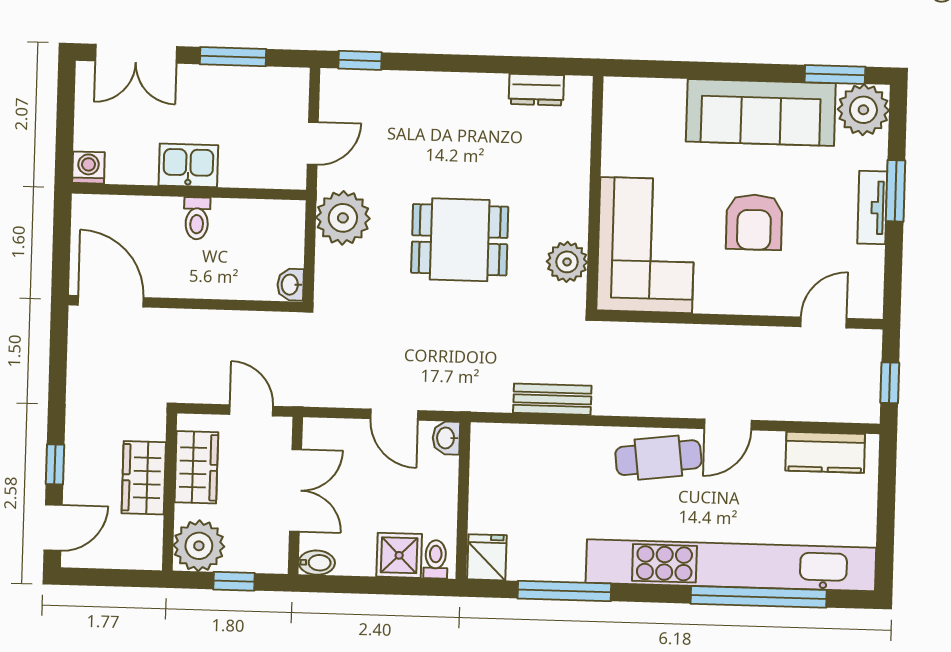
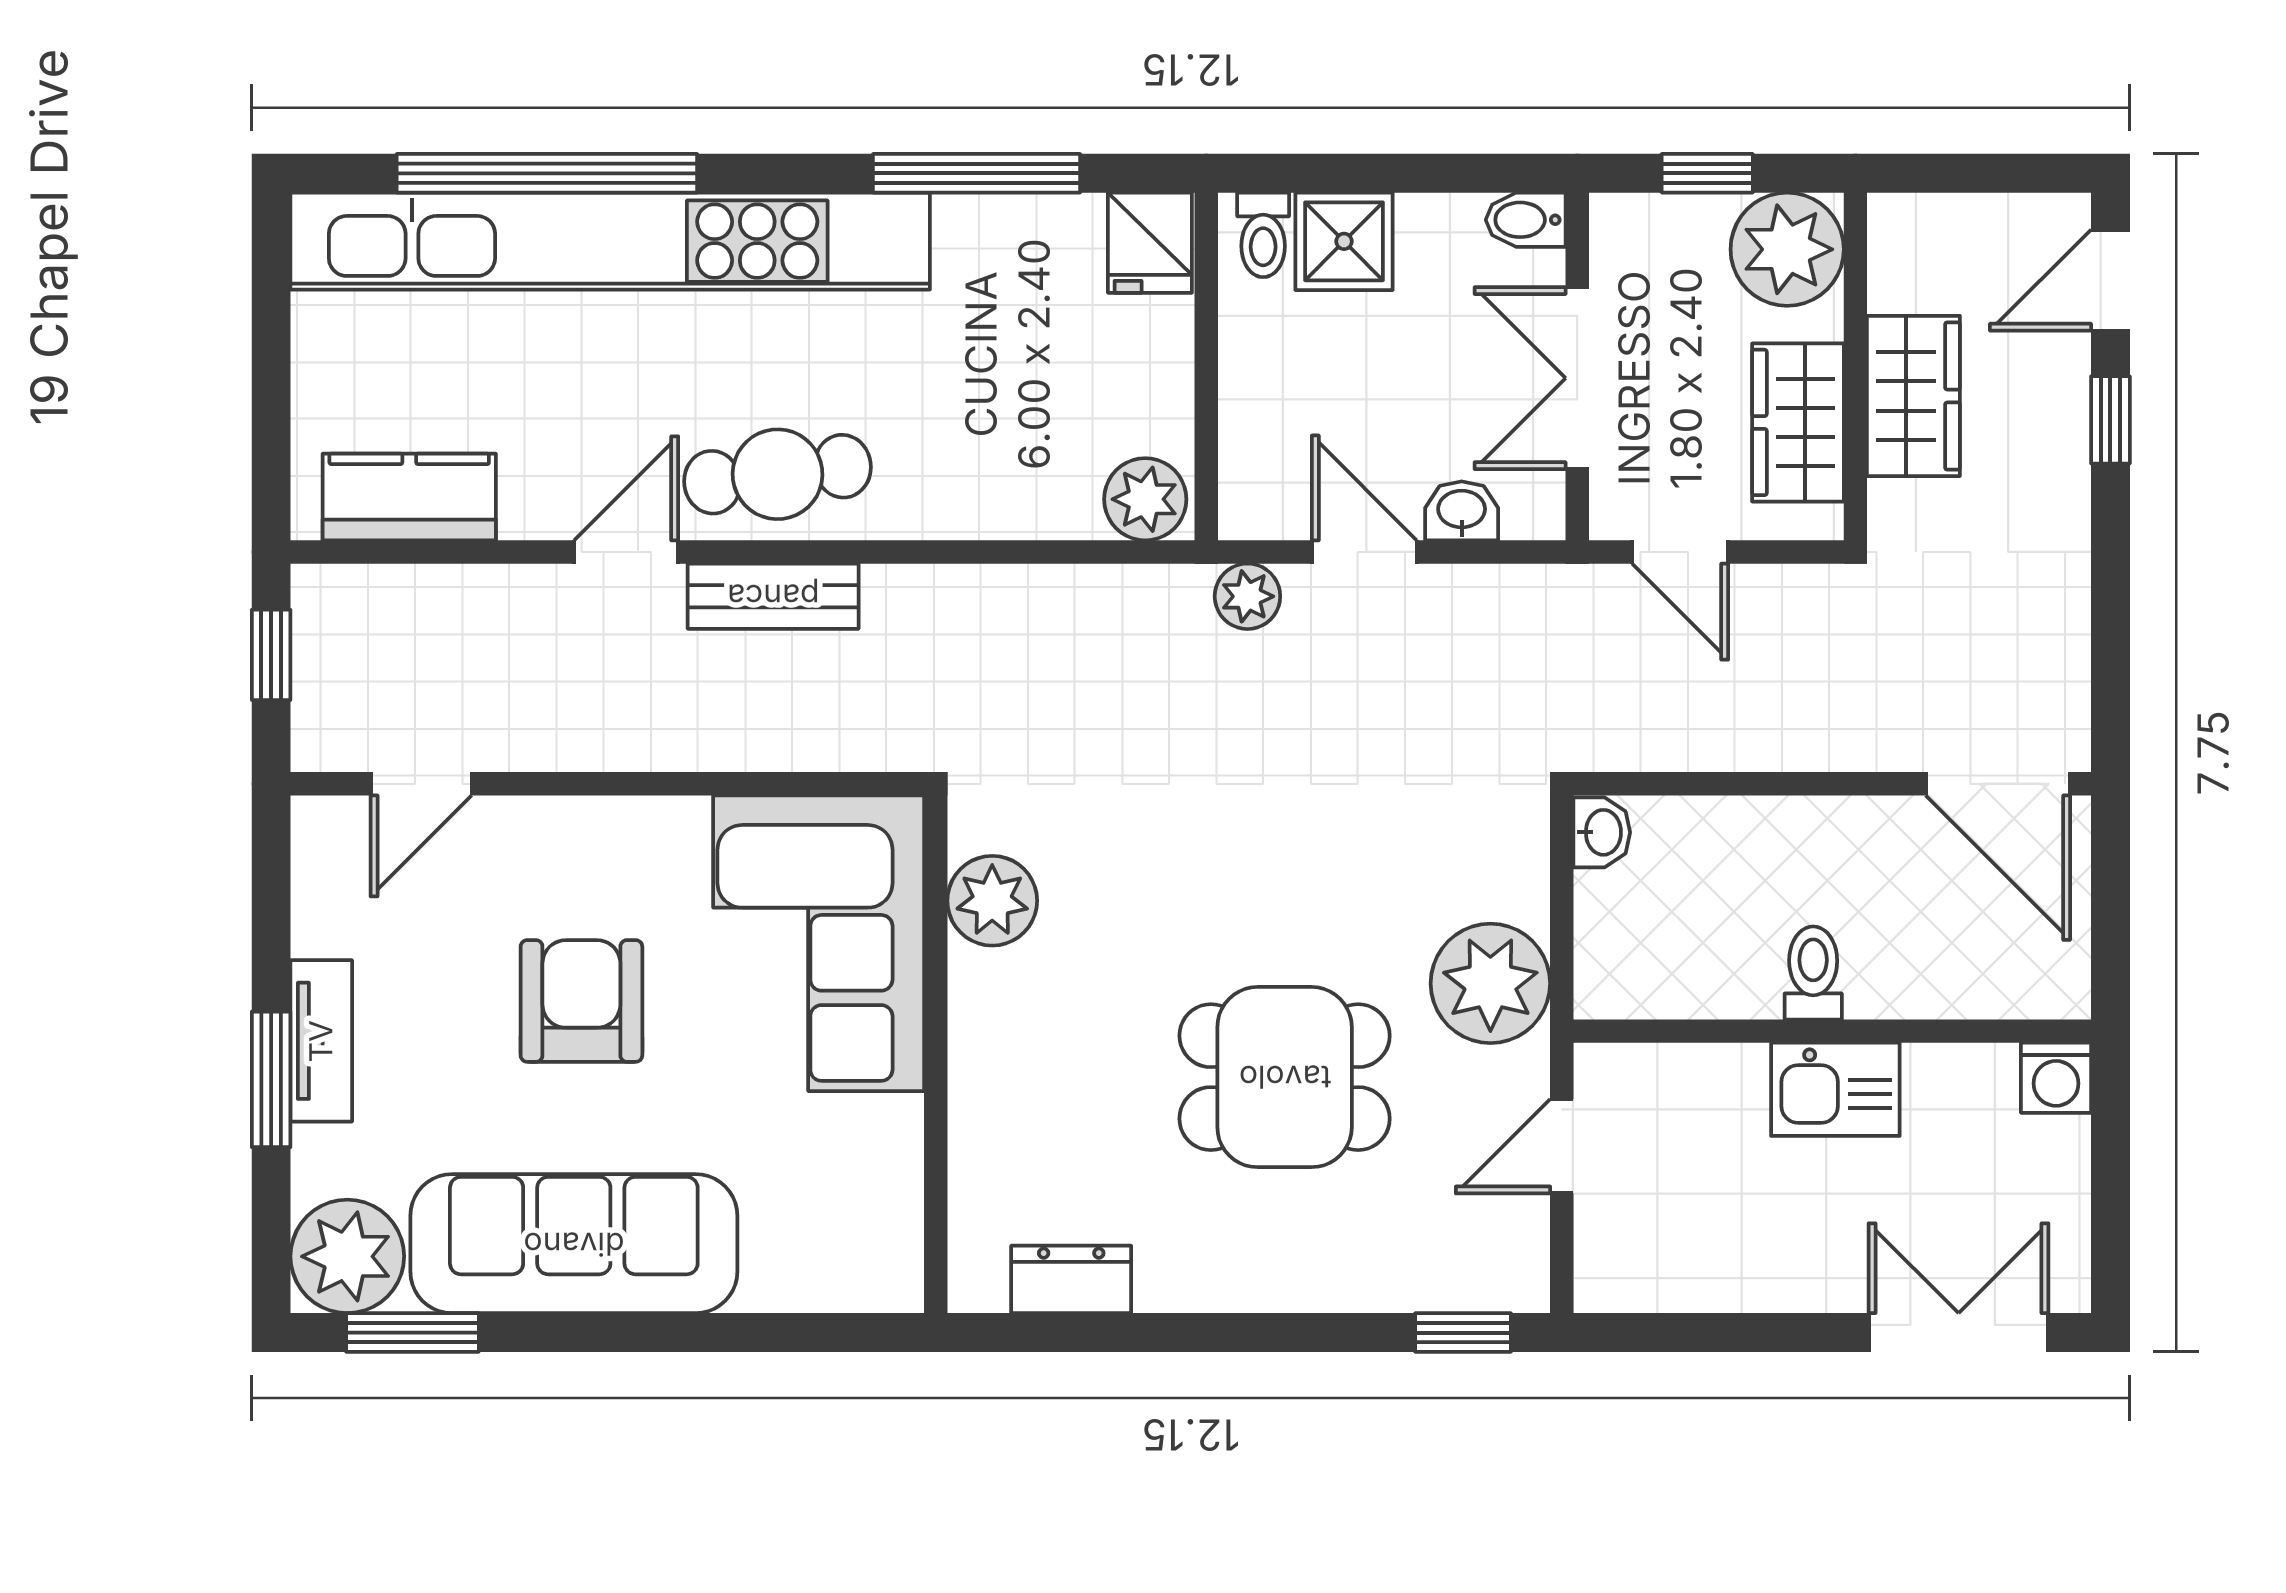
window: (233, 57) -> (1744, 1333), removed
dining table: (460, 240) -> (1285, 1077), moved
plant: (448, 396) -> (1247, 596), added
bench: (552, 399) -> (773, 596), moved
washbasin: (446, 438) -> (1462, 511), moved, turned -90
plant: (492, 441) -> (1145, 499), added

